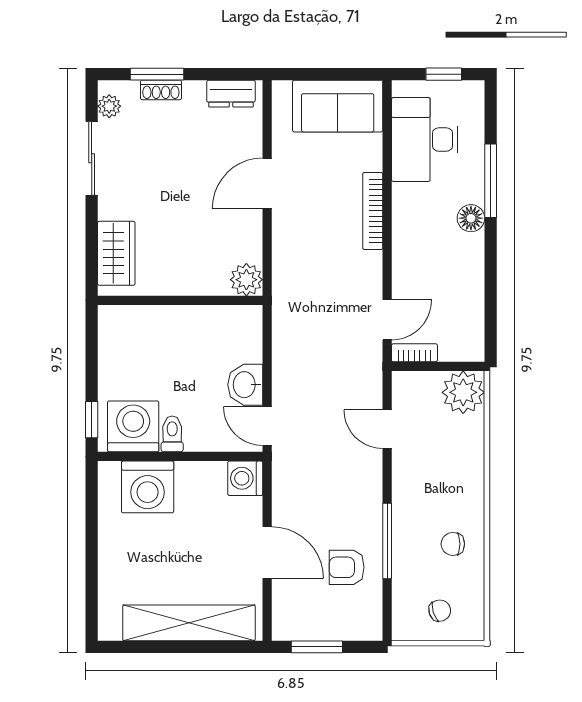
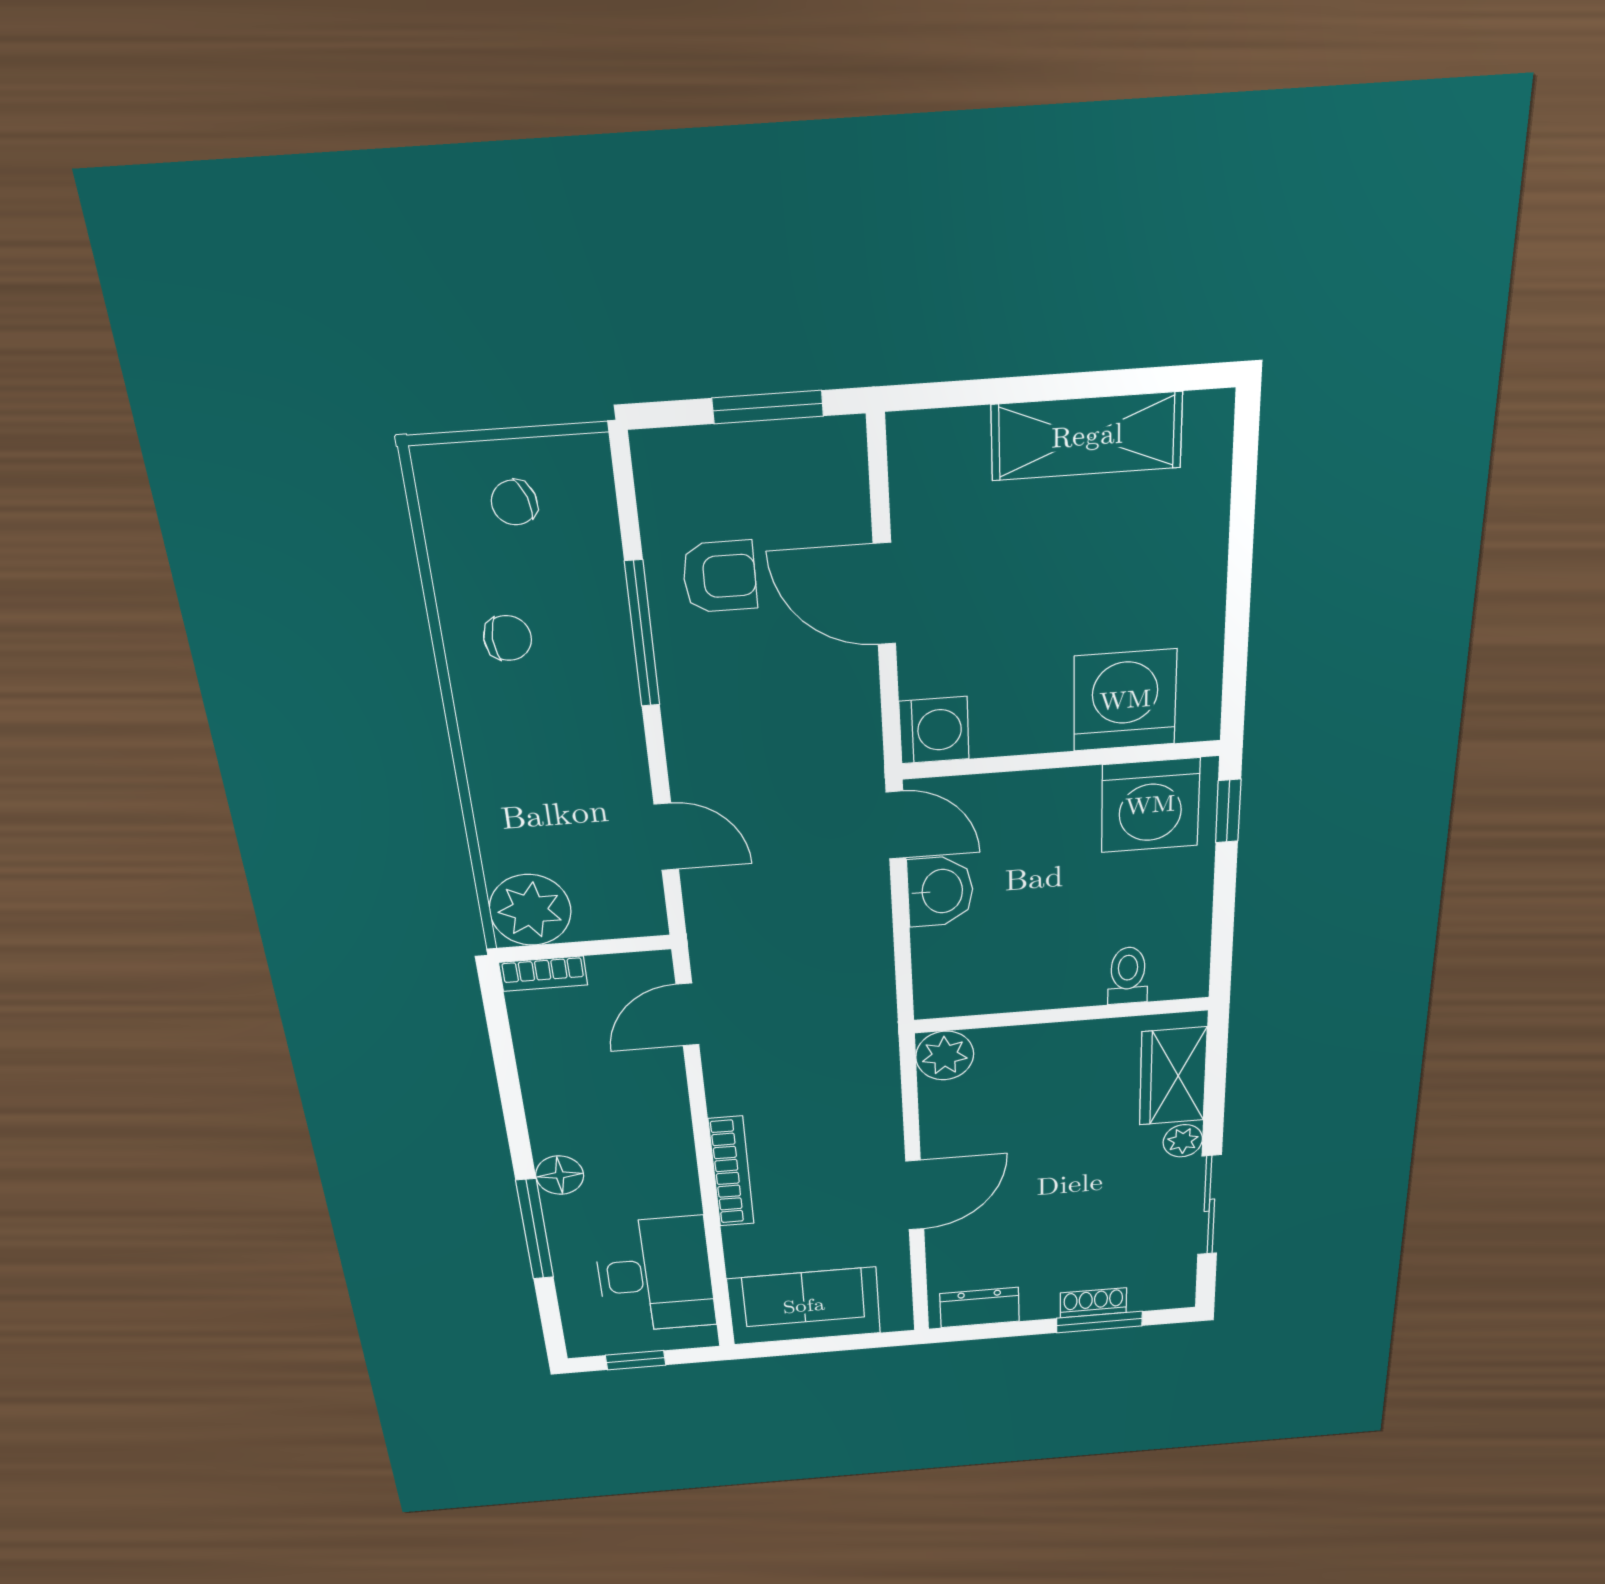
plant: (109, 106) -> (1183, 1141), moved
bookcase: (414, 353) -> (543, 974), moved
toilet: (172, 434) -> (1128, 975), moved, turned 180
shelving: (189, 623) -> (1087, 436), width x0.68

